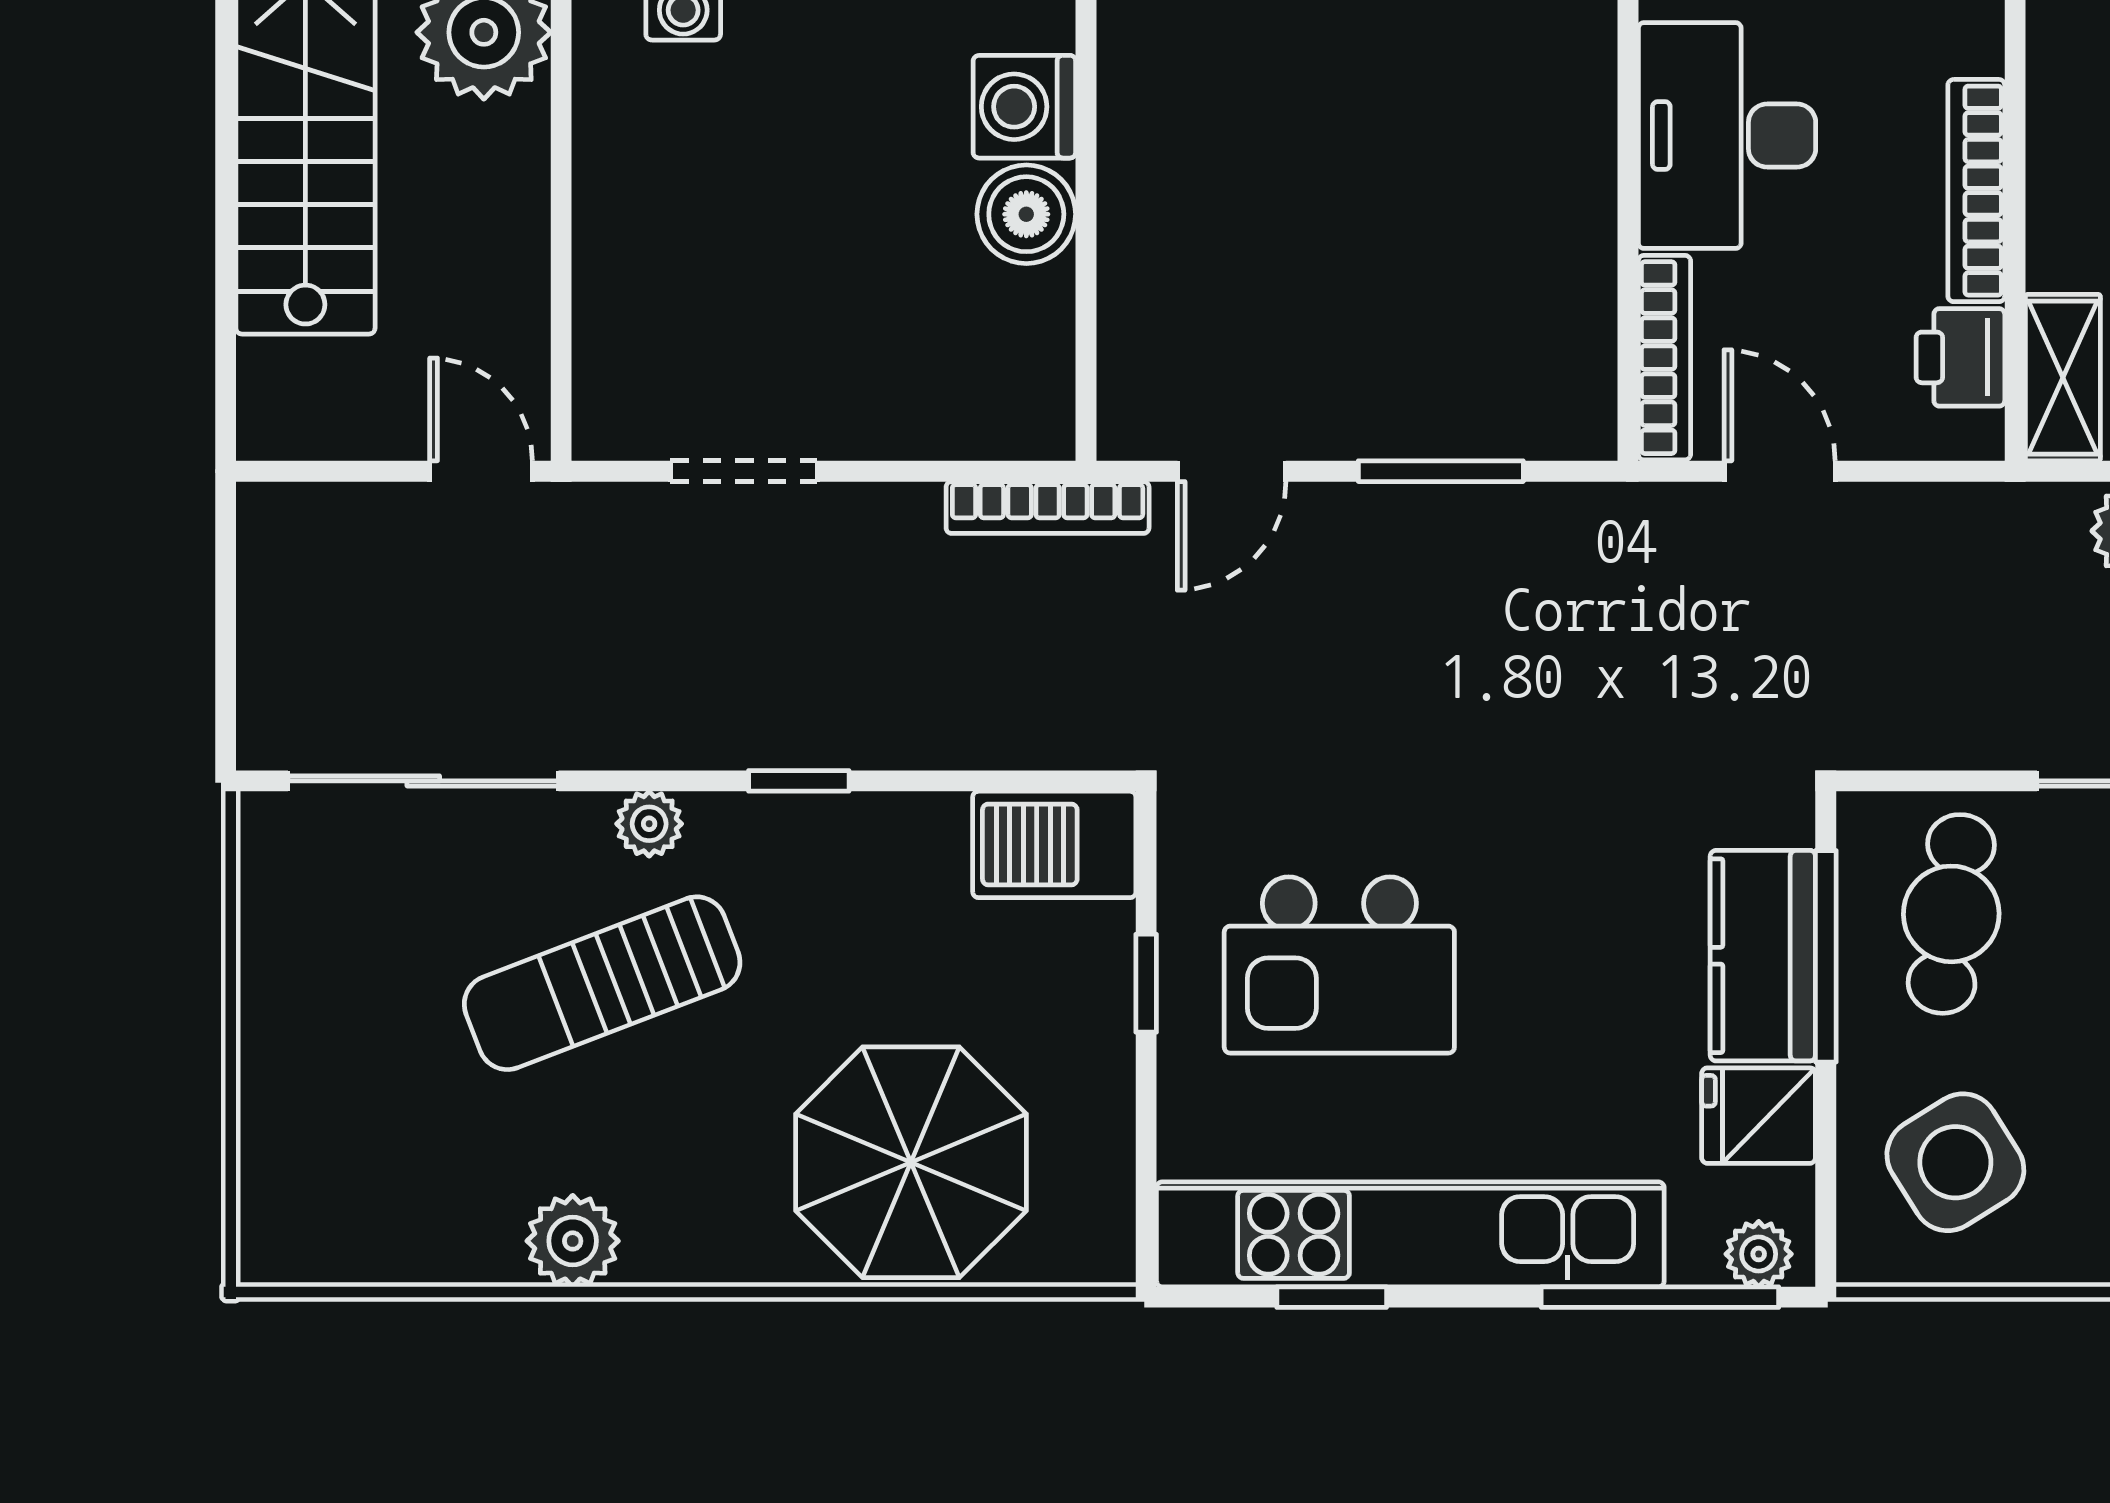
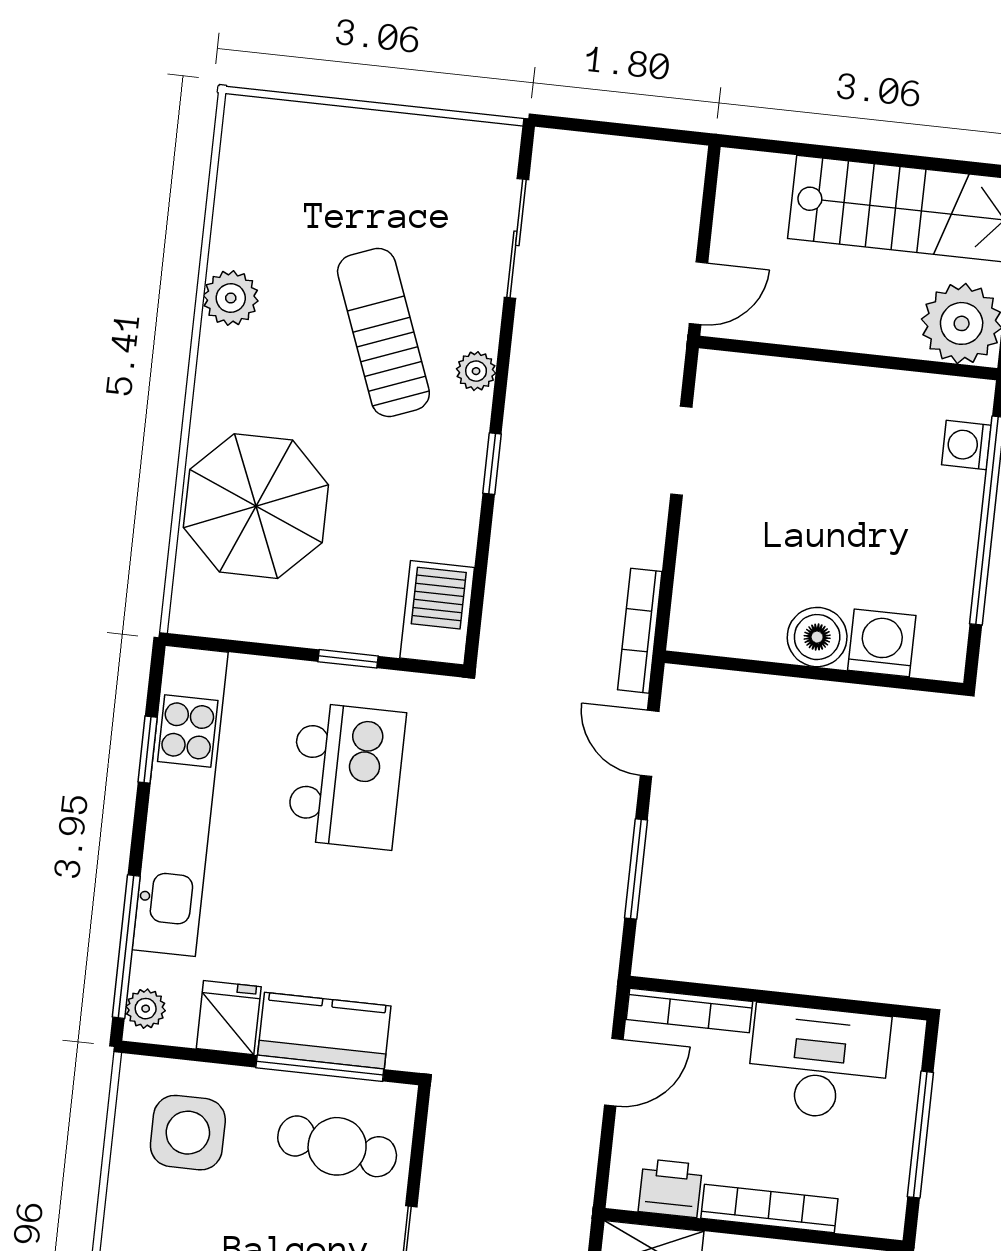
sliding door: (423, 781) -> (516, 238), width x0.73
kitchen island: (1339, 965) -> (346, 776), turned 180
side table: (1955, 1162) -> (188, 1133), turned 32

